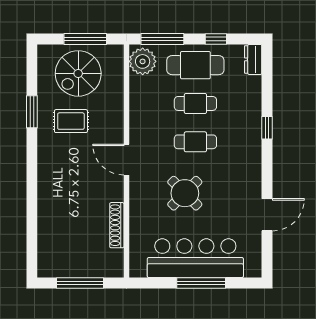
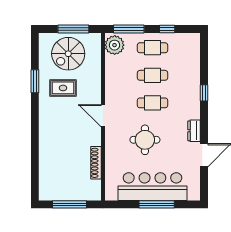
dresser: (253, 59) -> (194, 131), moved
cafe table: (195, 65) -> (153, 48), width x0.73, depth x0.74
round table: (185, 193) -> (145, 140), turned 45

